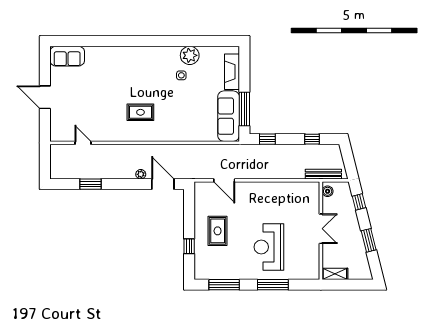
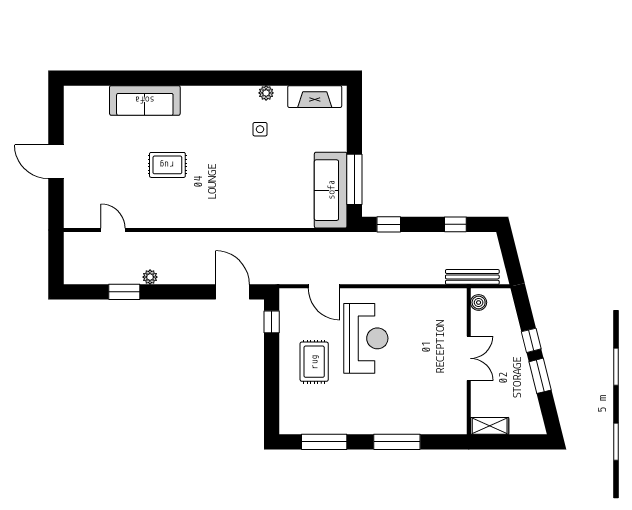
plant: (190, 55) -> (266, 93), width x0.53, depth x0.53
sofa: (67, 56) -> (145, 100), moved, width x1.36
fireplace: (232, 72) -> (315, 97), moved, turned -90
rug: (140, 112) -> (167, 165), moved
plant: (141, 174) -> (150, 277), moved
window: (359, 202) -> (531, 340), moved
window: (189, 246) -> (272, 322), moved
reception desk: (269, 247) -> (366, 338), moved, turned 180

